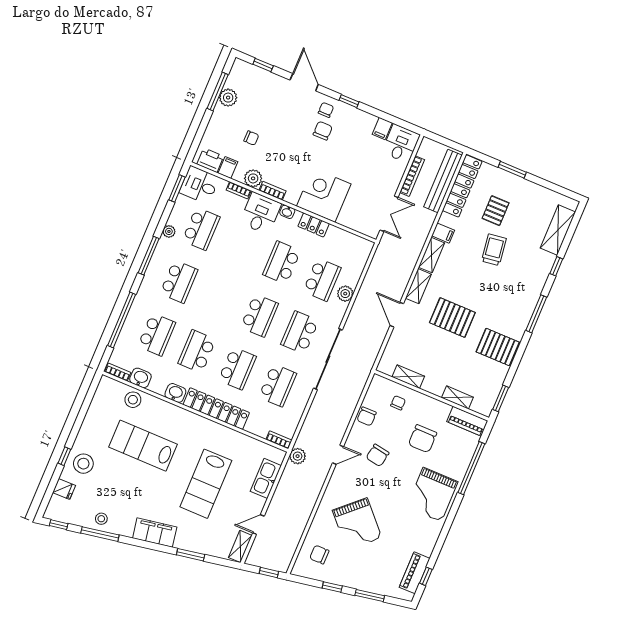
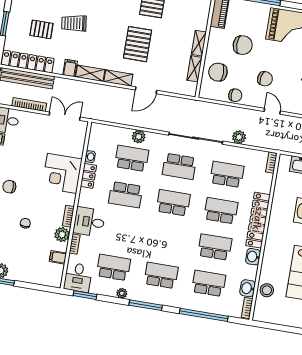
chair: (251, 138) -> (25, 223), moved
printer: (210, 160) -> (55, 273), removed
washbasin: (287, 212) -> (90, 157), moved
school desk: (197, 351) -> (215, 247), turned 180
shelving: (457, 397) -> (199, 43), moved
chair: (398, 403) -> (218, 72), width x1.87, depth x1.87
plant: (298, 456) -> (239, 137), moved

